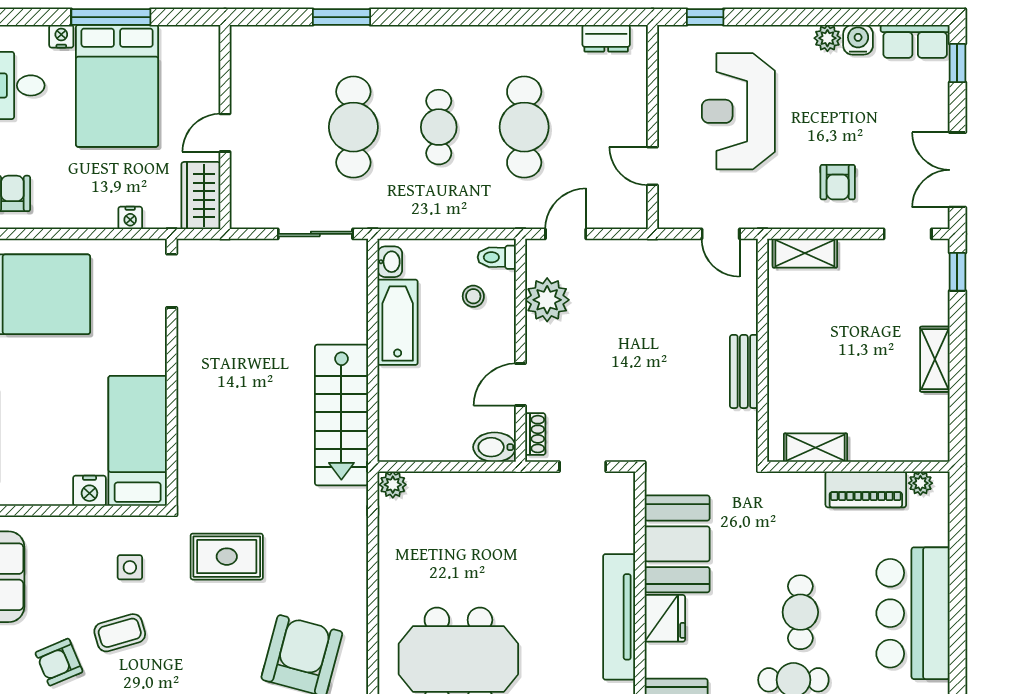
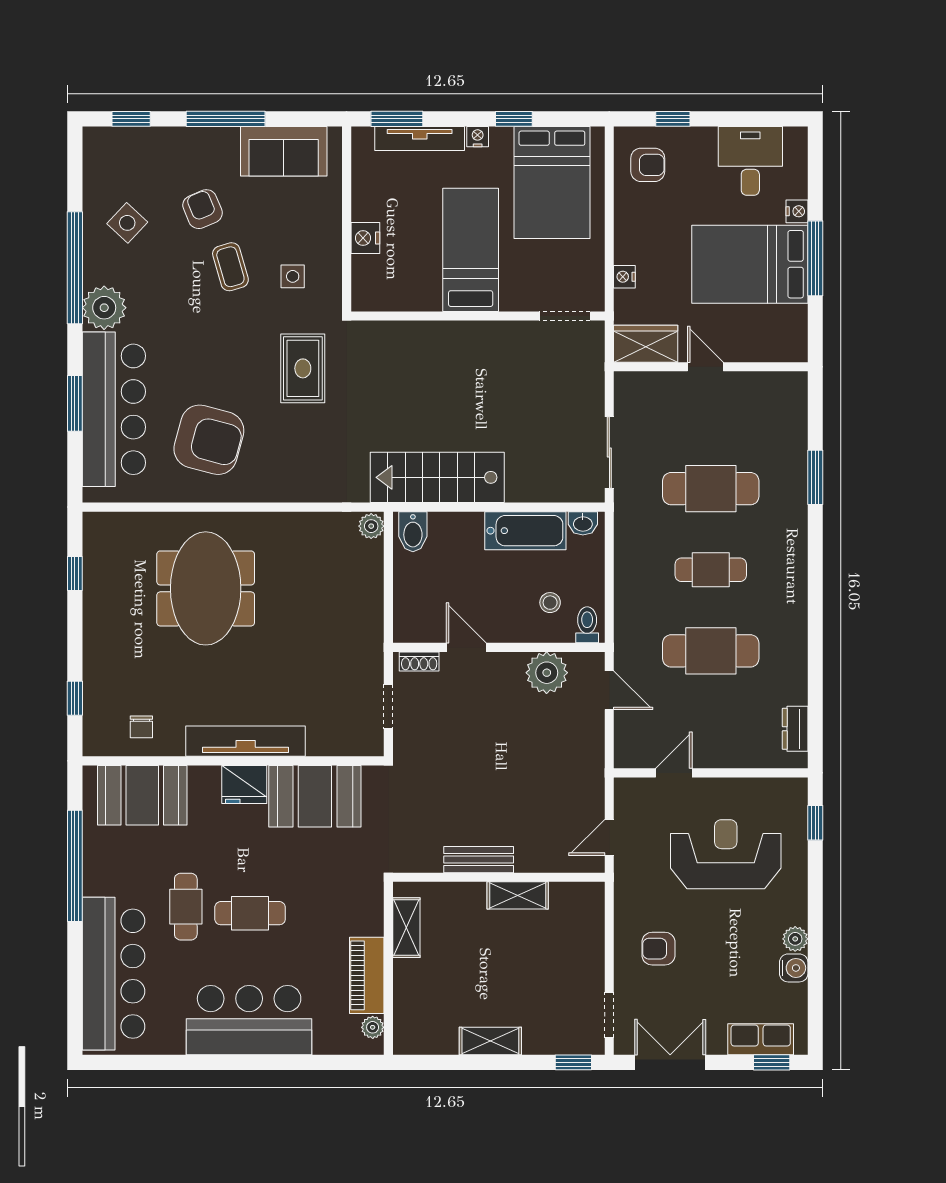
row of seats: (915, 41) -> (761, 1039), moved, turned 90
shelving: (805, 253) -> (518, 895), moved, turned 90
bed: (138, 441) -> (471, 250), moved, turned -90
bidet: (494, 447) -> (413, 532), moved, turned 180

